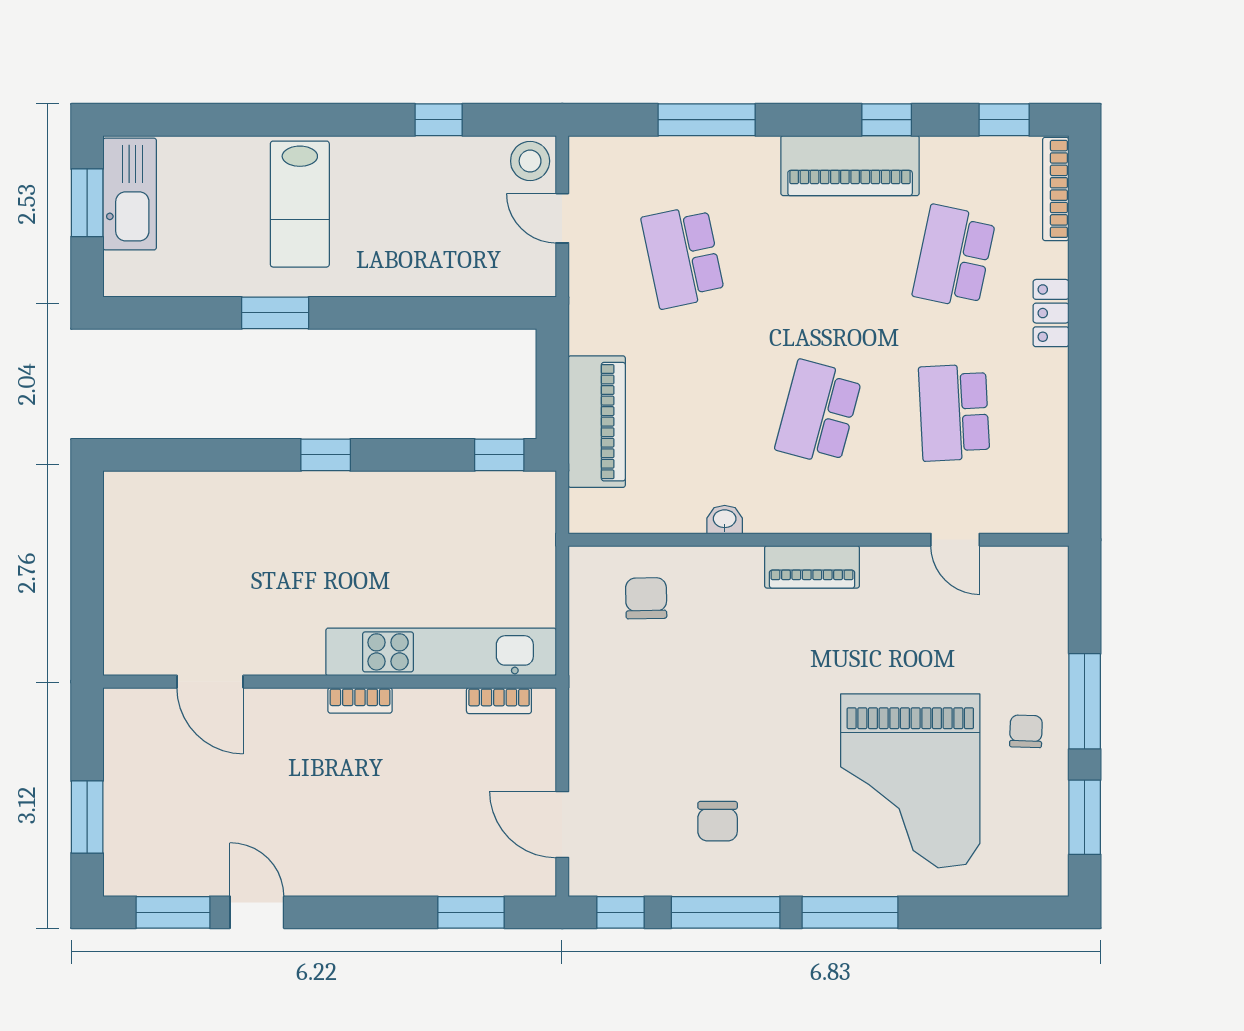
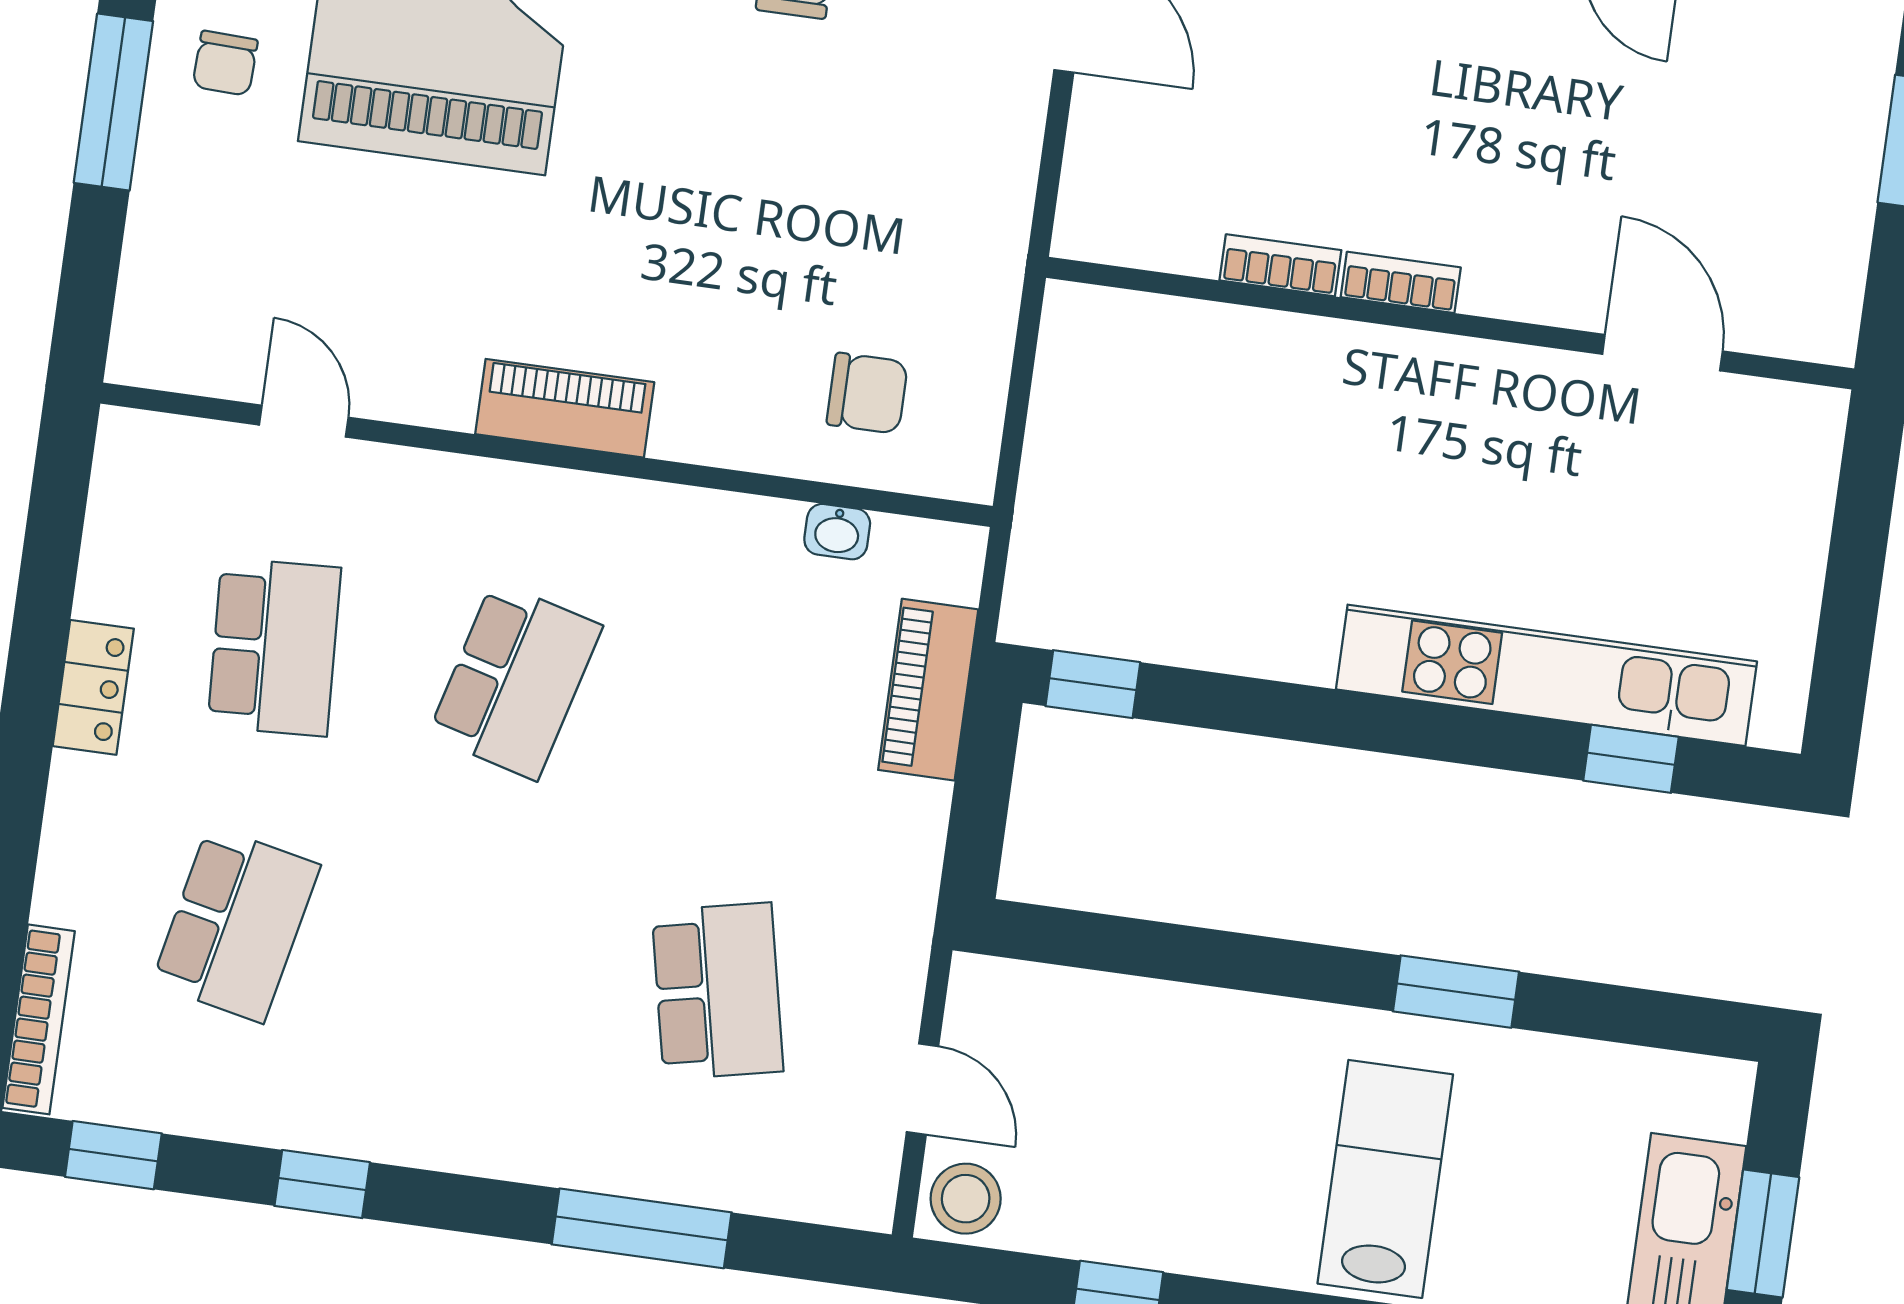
piano: (850, 166) -> (398, 1112), removed
locker: (1051, 313) -> (93, 687), moved
piano: (597, 422) -> (928, 690), width x0.73, depth x0.75
window: (326, 455) -> (1631, 759), moved
washbasin: (725, 520) -> (837, 532), moved
chair: (646, 598) -> (867, 393), turned -89
kitchen unit: (441, 652) -> (1546, 675), moved, turned 180
bookcase: (499, 701) -> (1280, 265), moved

